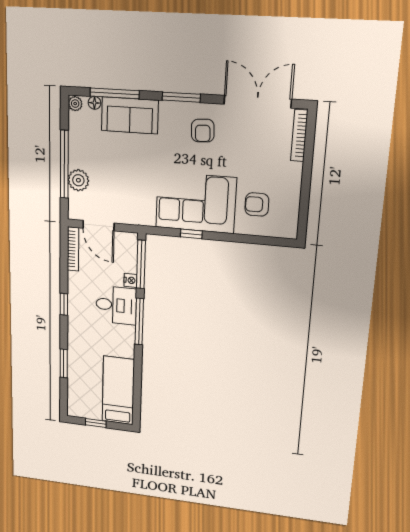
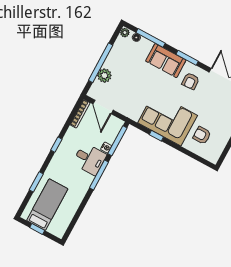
sofa: (130, 115) -> (166, 61), moved
bed: (118, 391) -> (47, 205), moved

